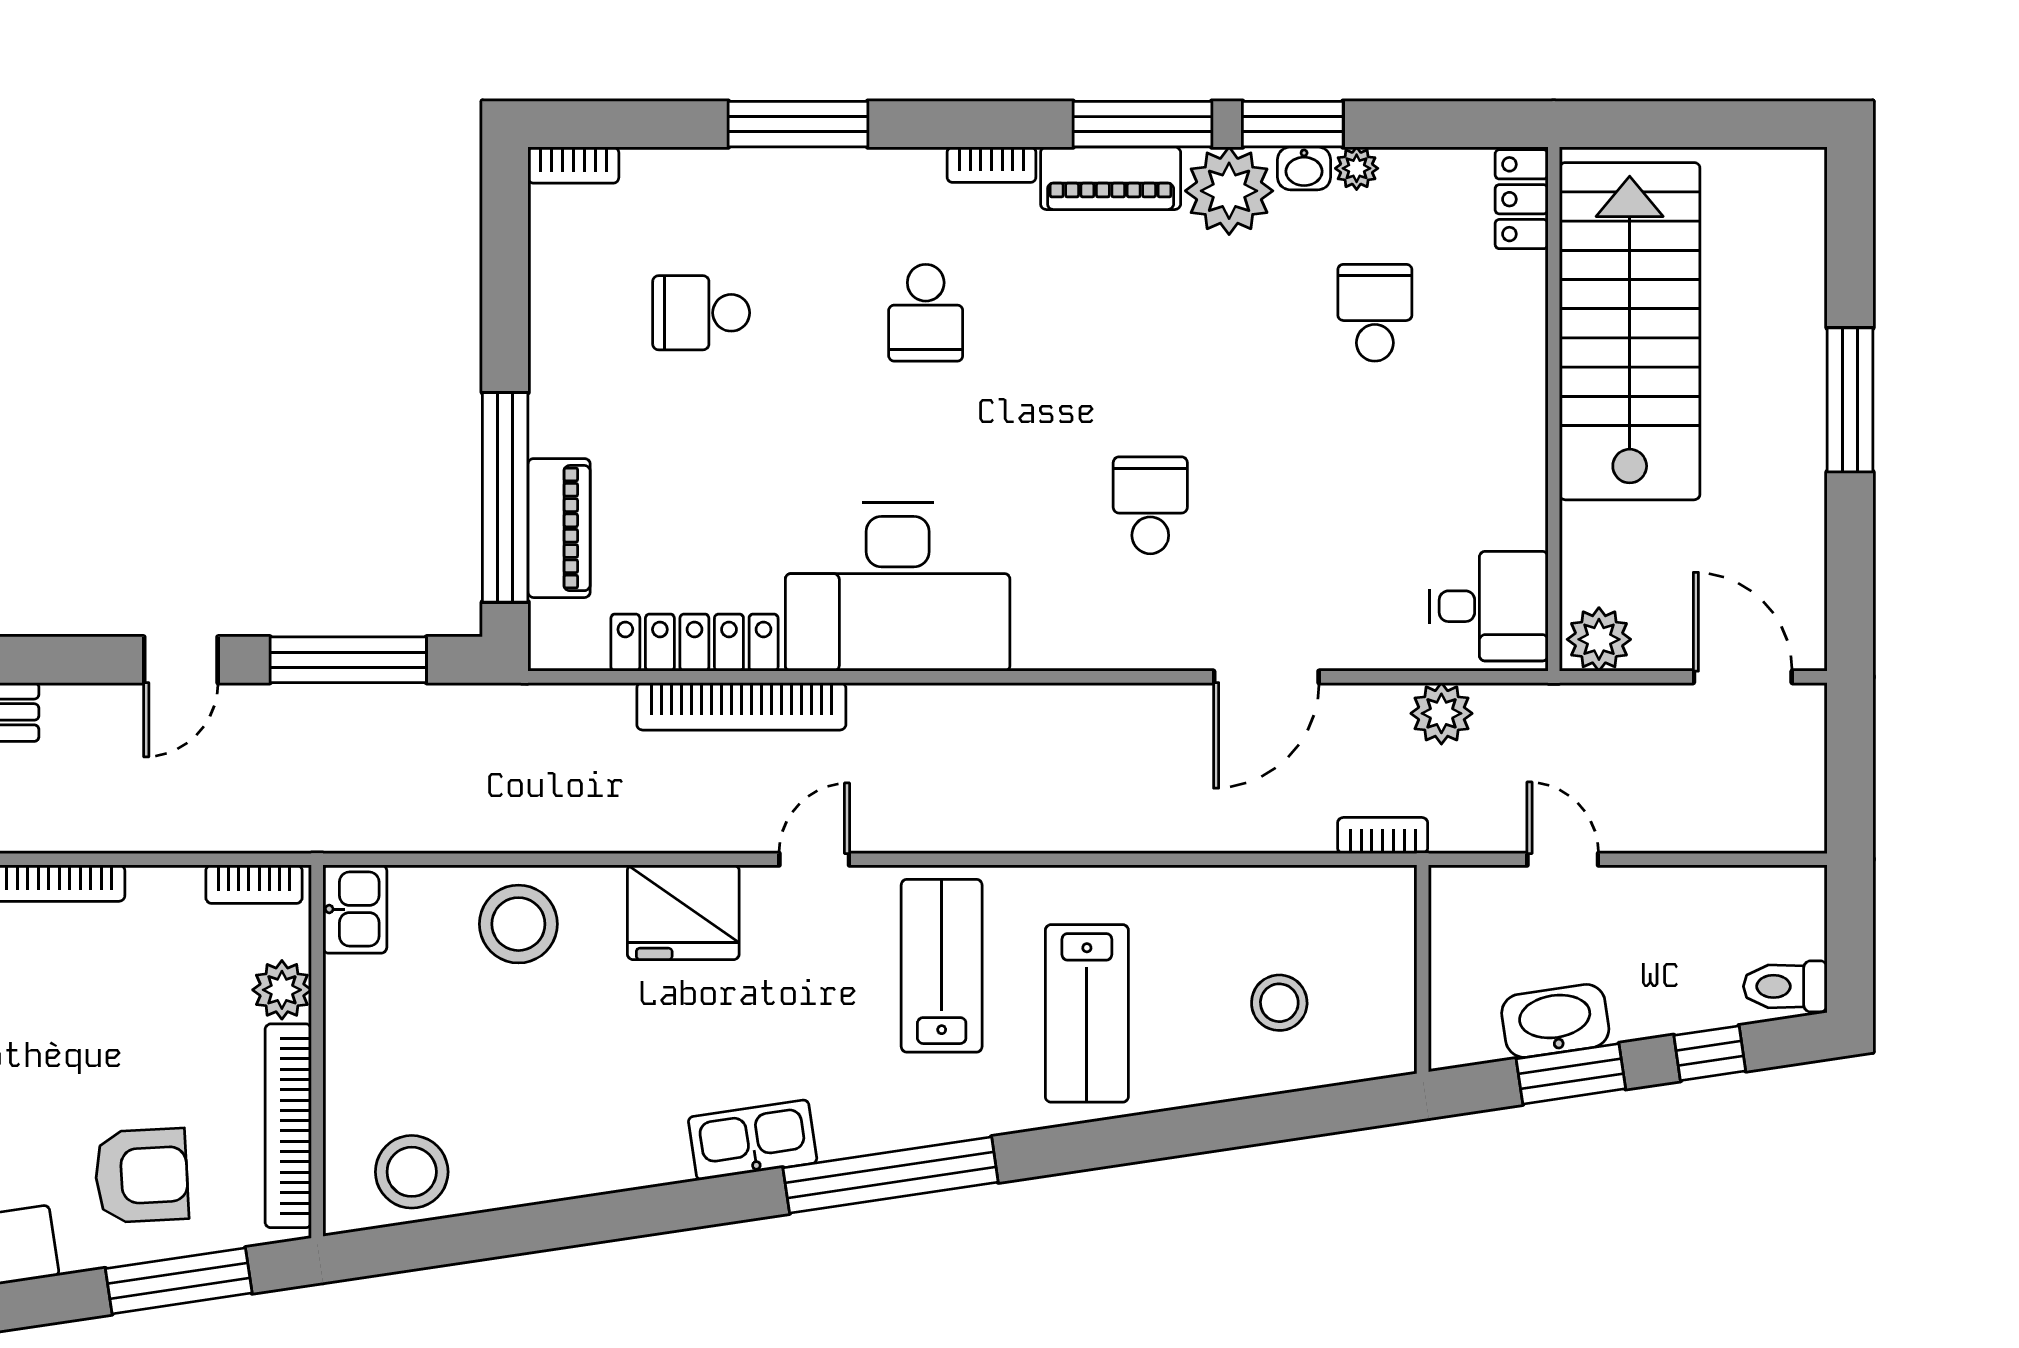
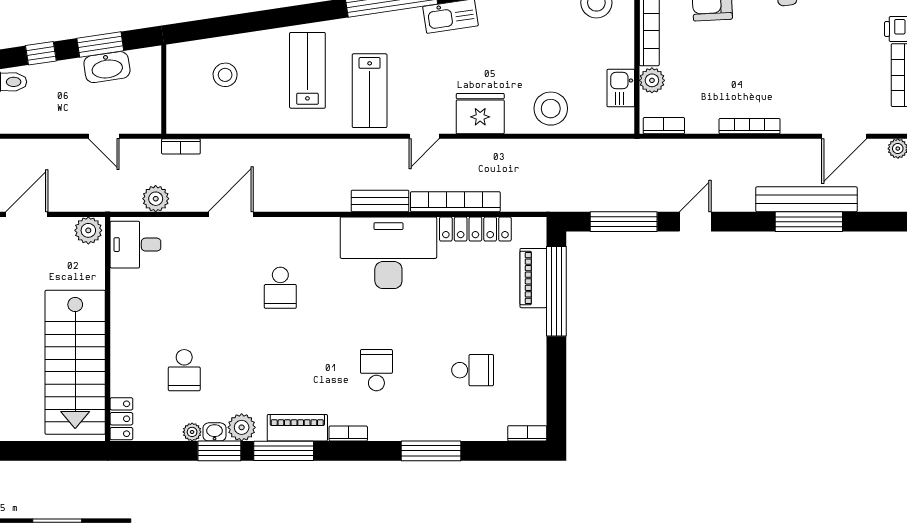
plant: (1229, 191) -> (242, 427), width x0.73, depth x0.73
door: (1743, 677) -> (27, 214), swing flipped
bench: (917, 708) -> (380, 201), added
kitchen sink: (355, 909) -> (621, 88), moved

